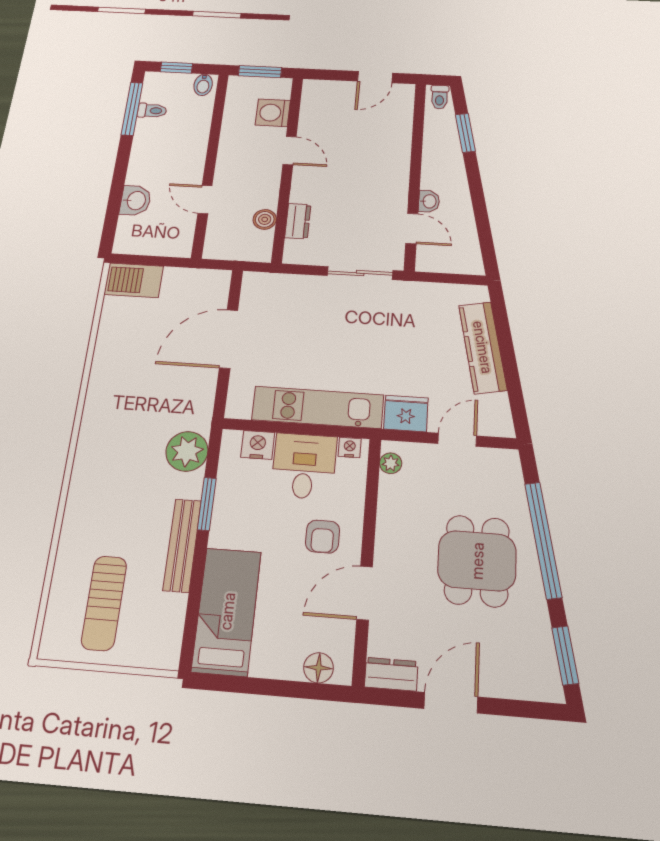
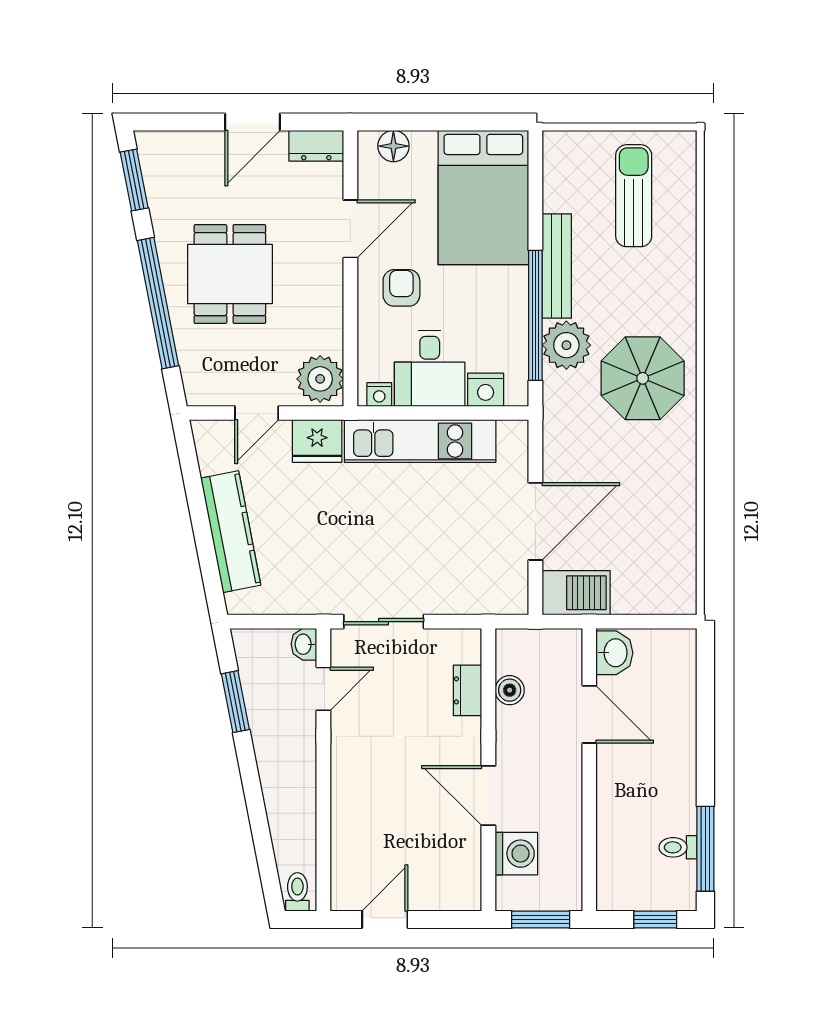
bidet: (203, 85) -> (615, 893), removed
window: (465, 133) -> (235, 702), moved
door: (290, 151) -> (488, 795), width x1.38
door: (205, 200) -> (589, 714), width x1.38
washbasin: (136, 201) -> (614, 653), moved, turned 180
washbasin: (429, 201) -> (304, 644), moved
door: (412, 229) -> (323, 689), swing flipped
barbecue: (134, 280) -> (576, 593), moved
parasol: (122, 445) -> (643, 378), added
plant: (187, 451) -> (566, 345), moved
plant: (391, 463) -> (320, 379), width x1.88, depth x1.88
window: (207, 504) -> (535, 315), width x2.11
bed: (227, 611) -> (483, 197), width x1.50

